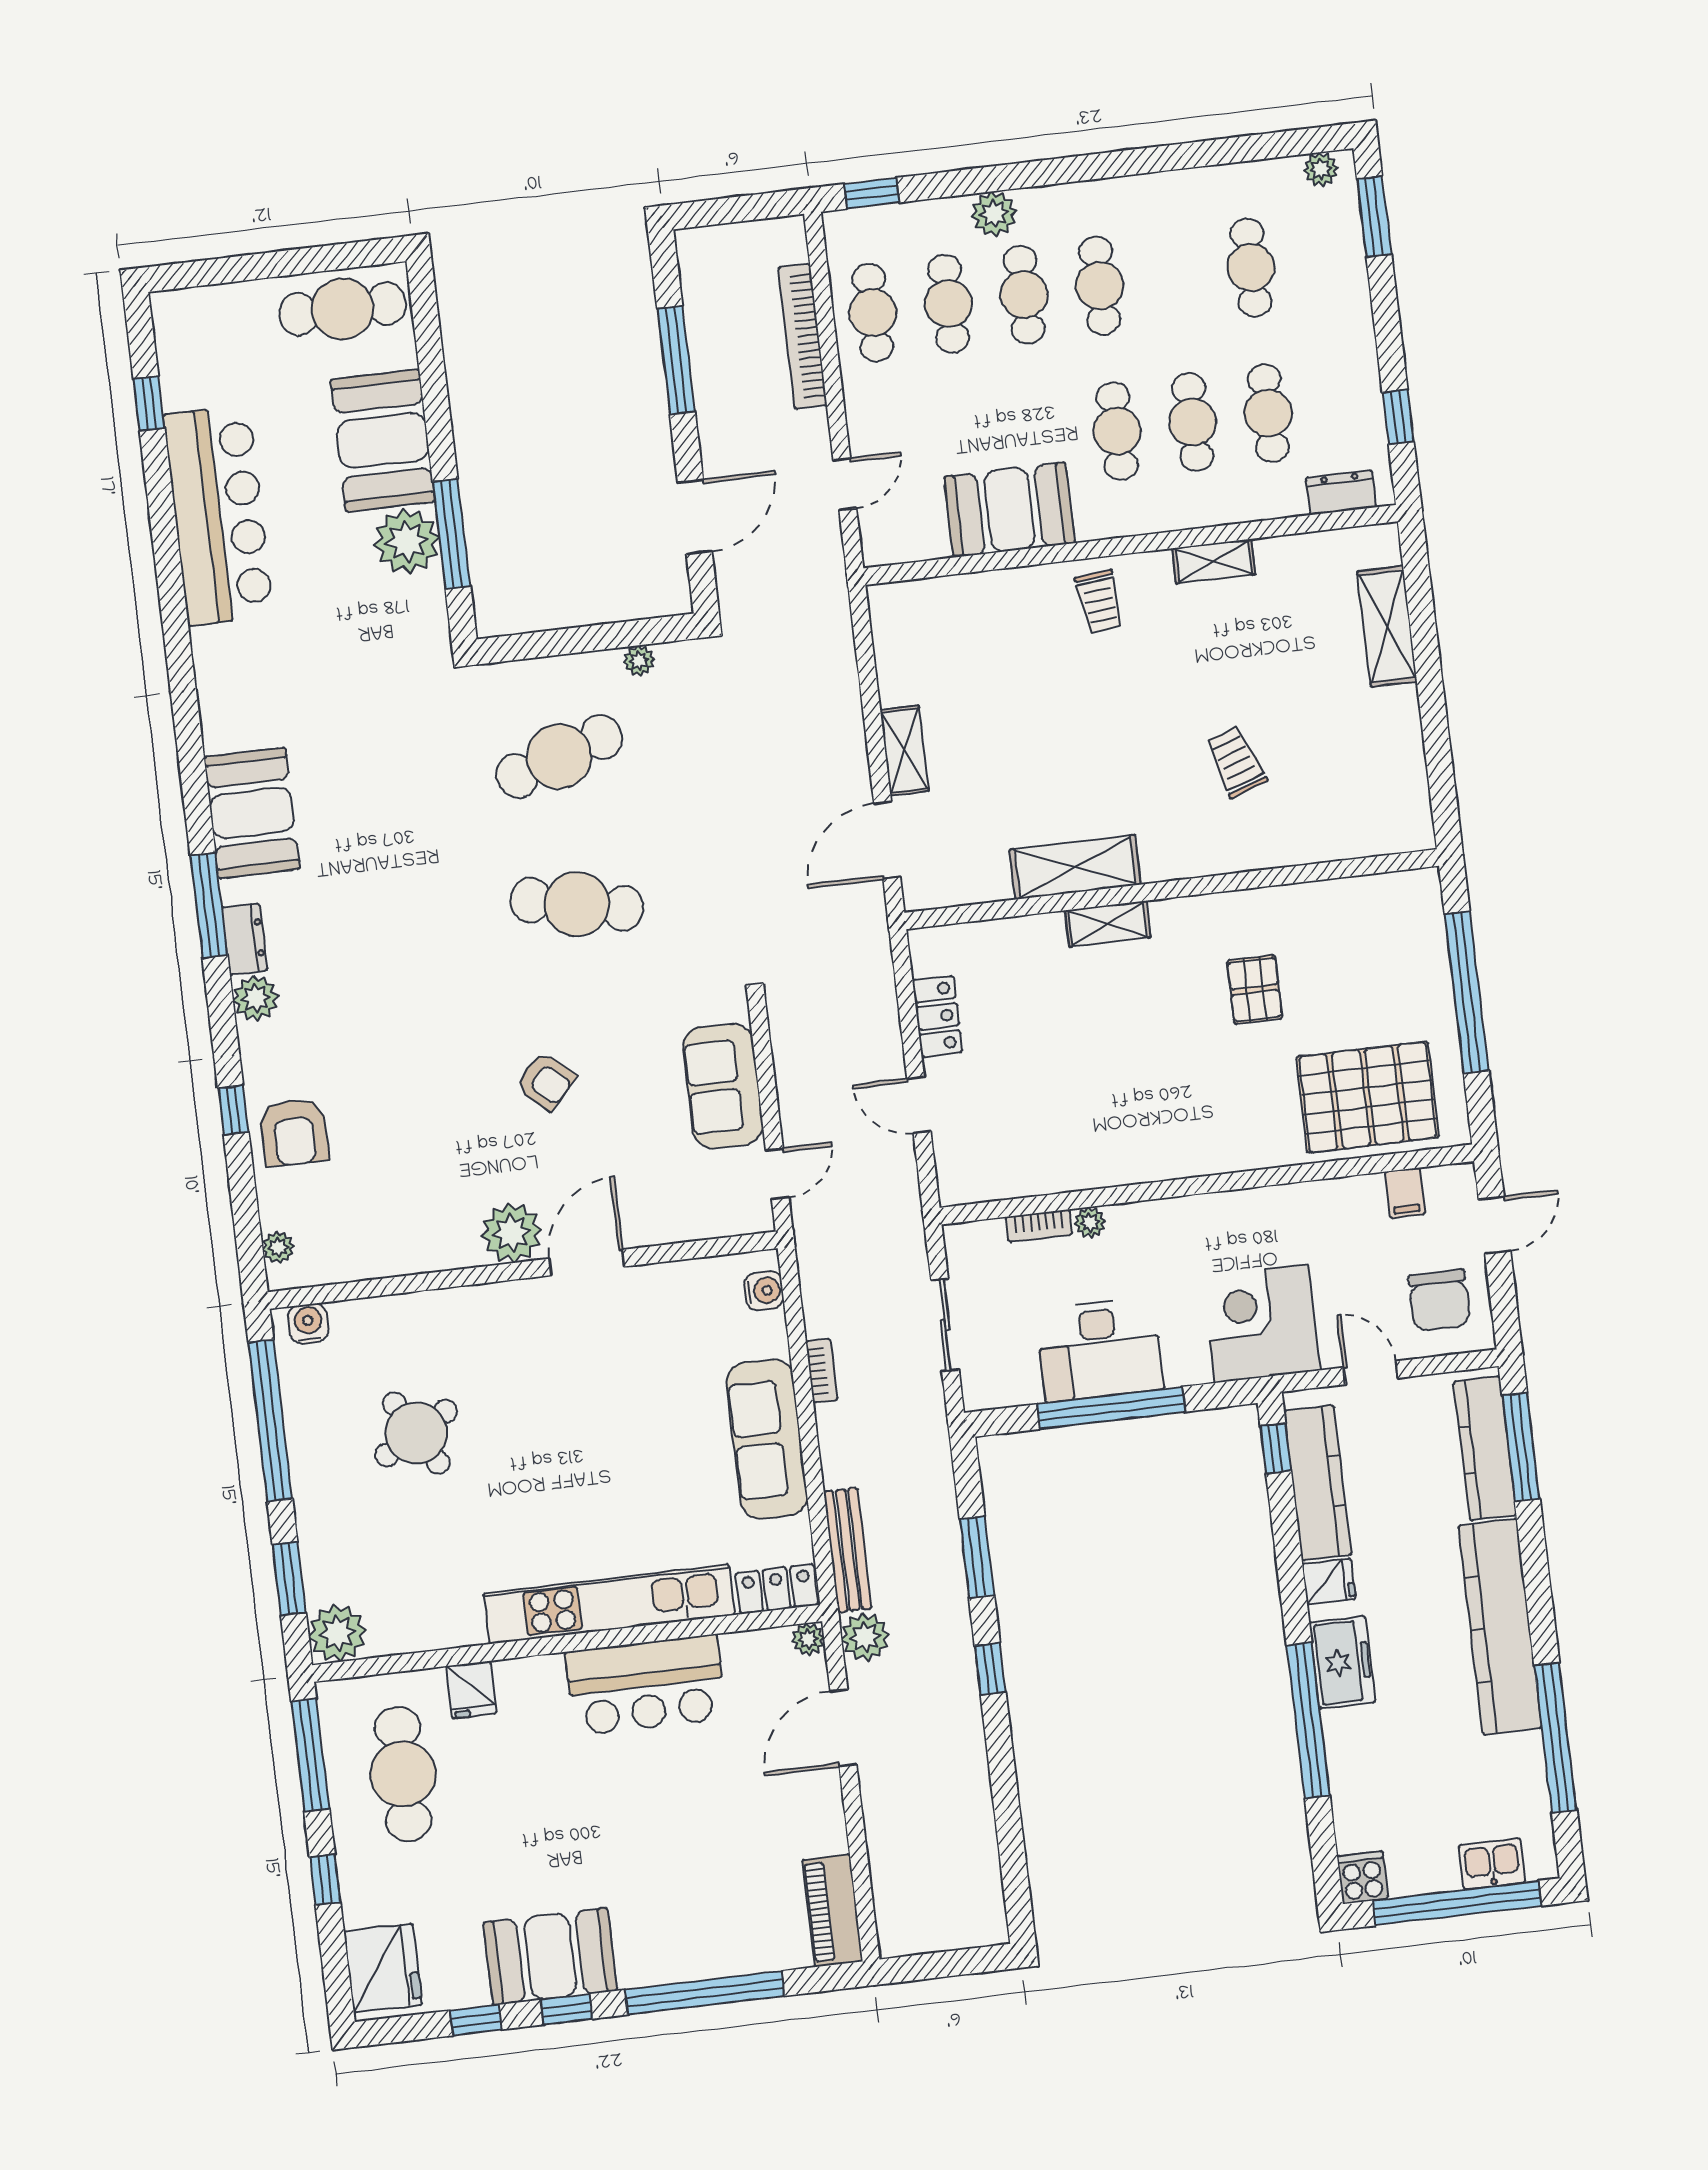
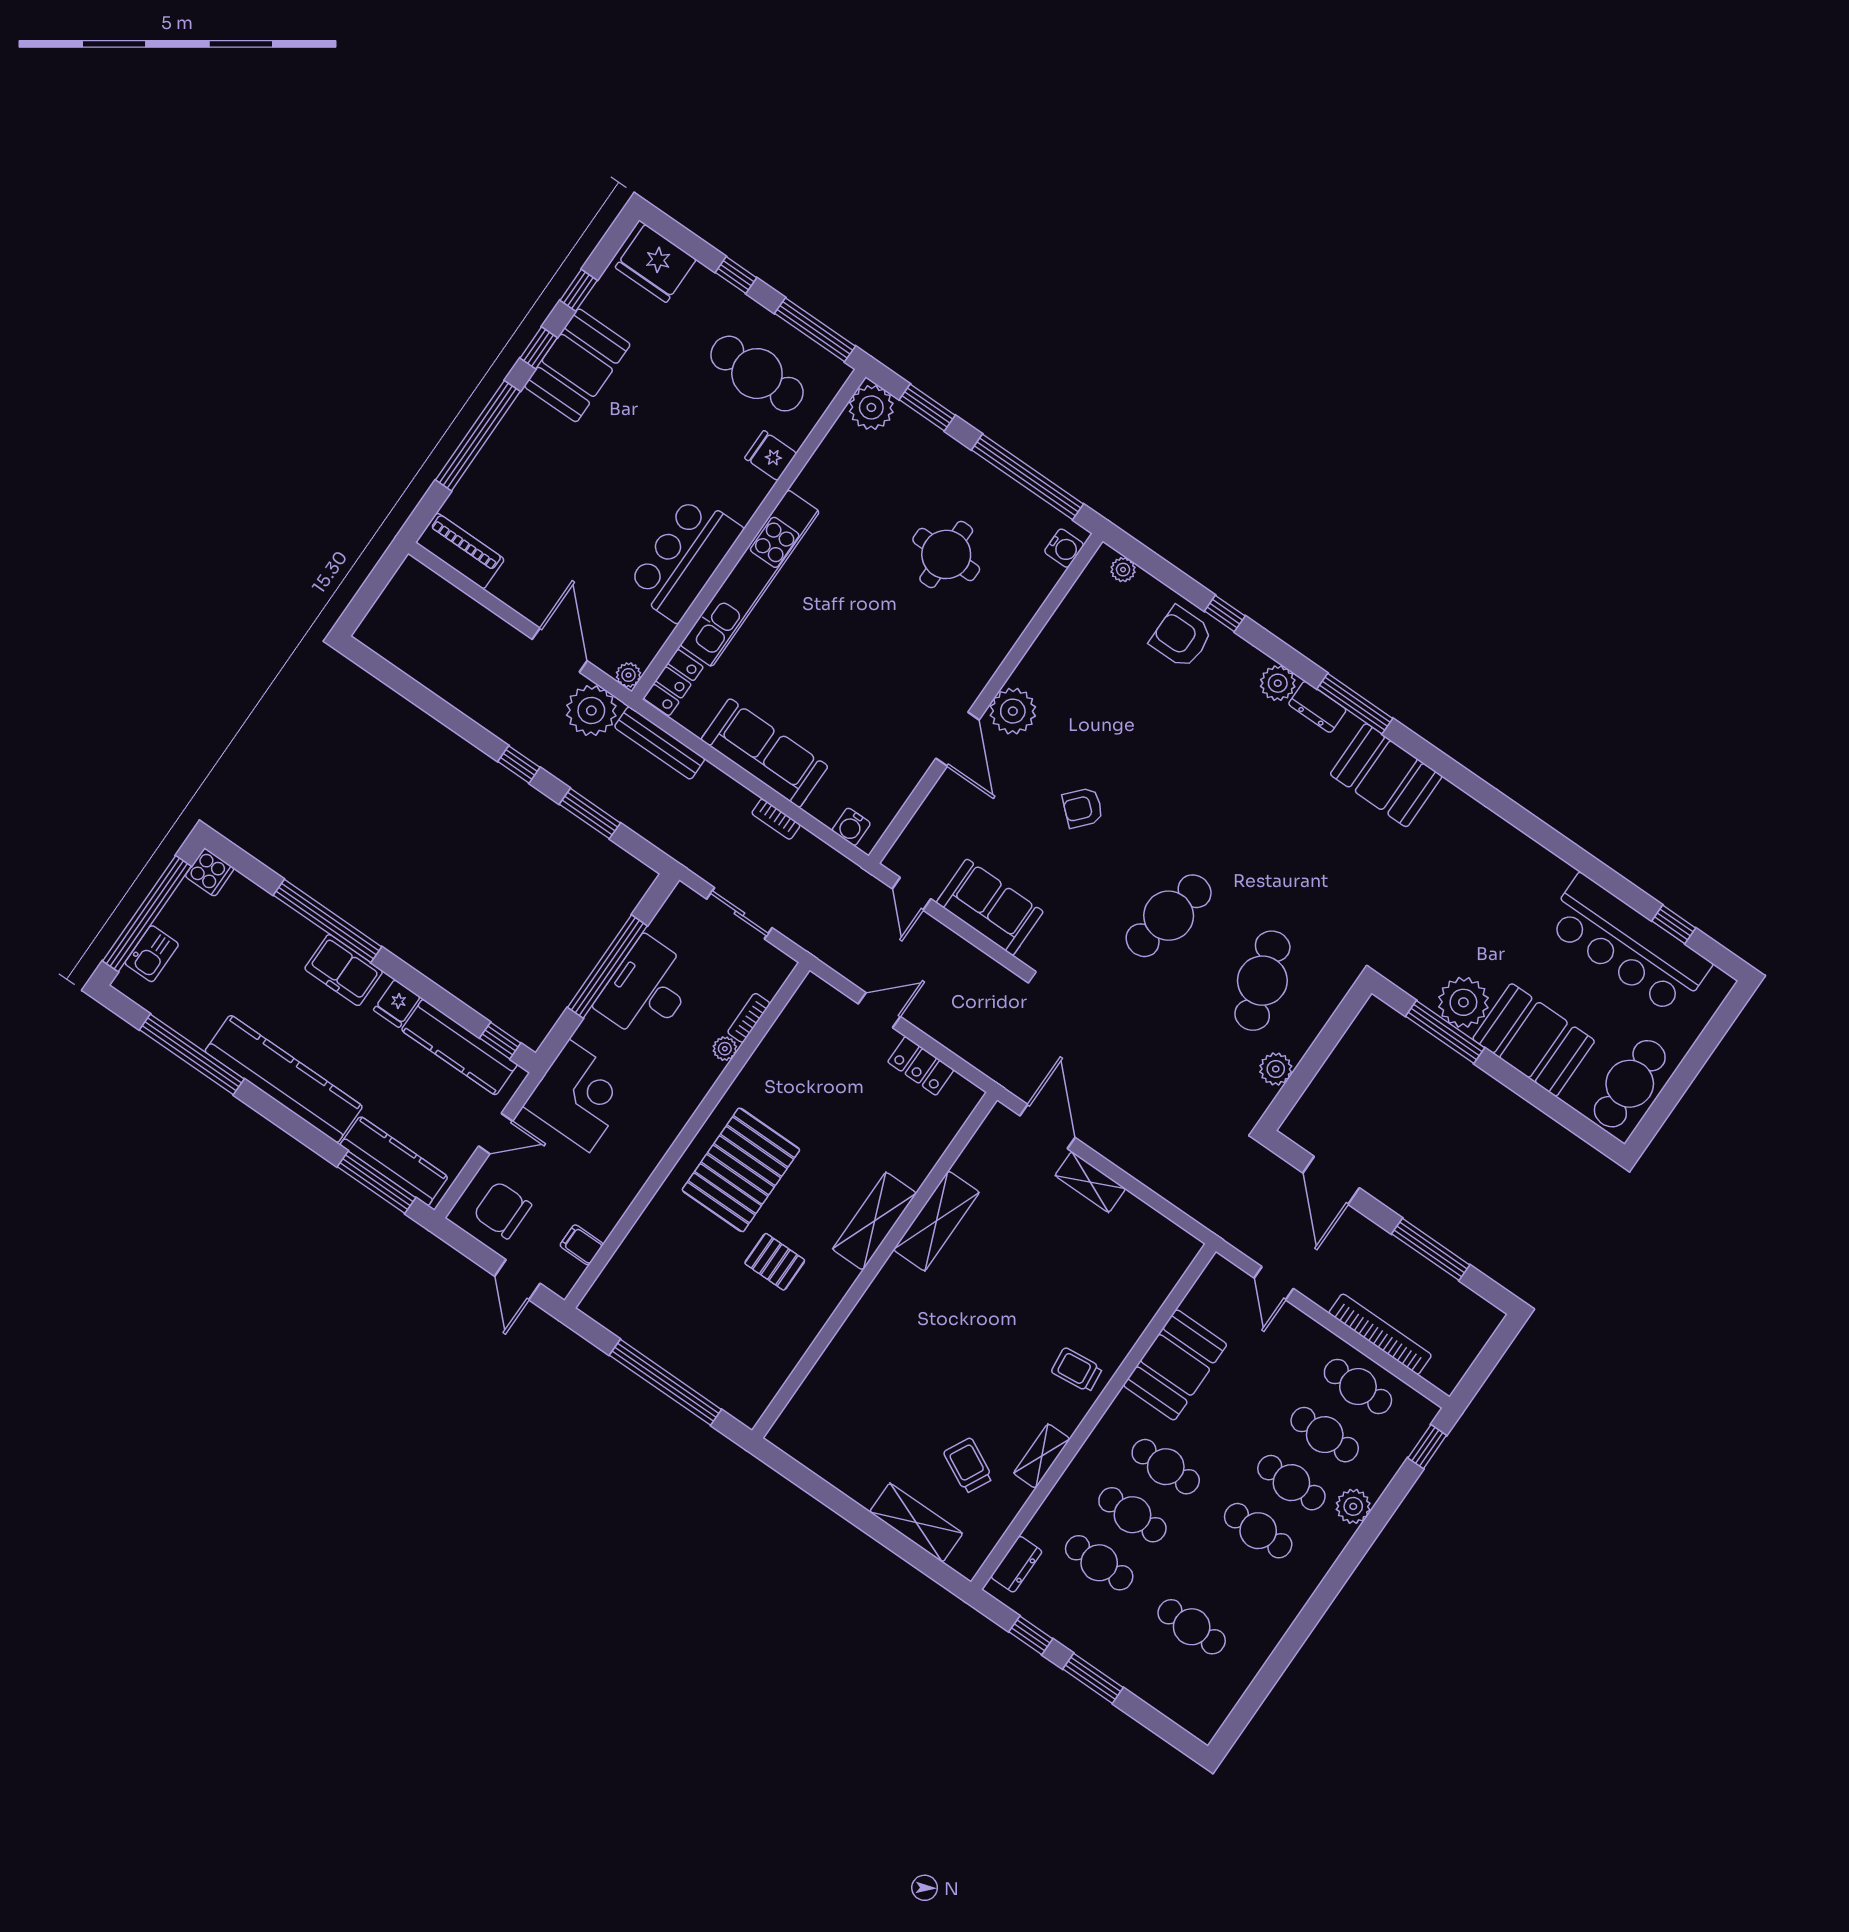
plant: (1321, 169) -> (1213, 1717), removed
window: (1374, 217) -> (1093, 1678), moved
bar counter: (219, 516) -> (1628, 945), moved
plant: (639, 661) -> (1276, 1069), width x1.38, depth x1.38
trolley: (1236, 762) -> (968, 1466), moved, turned -134
shelving: (1108, 924) -> (874, 1221), width x1.50, depth x1.33
pallet: (1368, 1097) -> (741, 1170), moved
round table: (416, 1433) -> (946, 554), turned 30
plant: (865, 1637) -> (591, 711), width x1.36, depth x1.36

